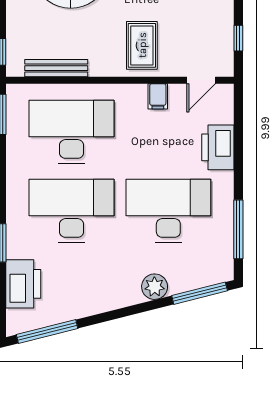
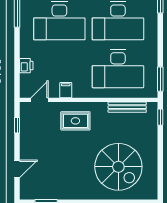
rug: (142, 45) -> (75, 121), turned 90
printer: (218, 147) -> (26, 66), width x0.53, depth x0.68

